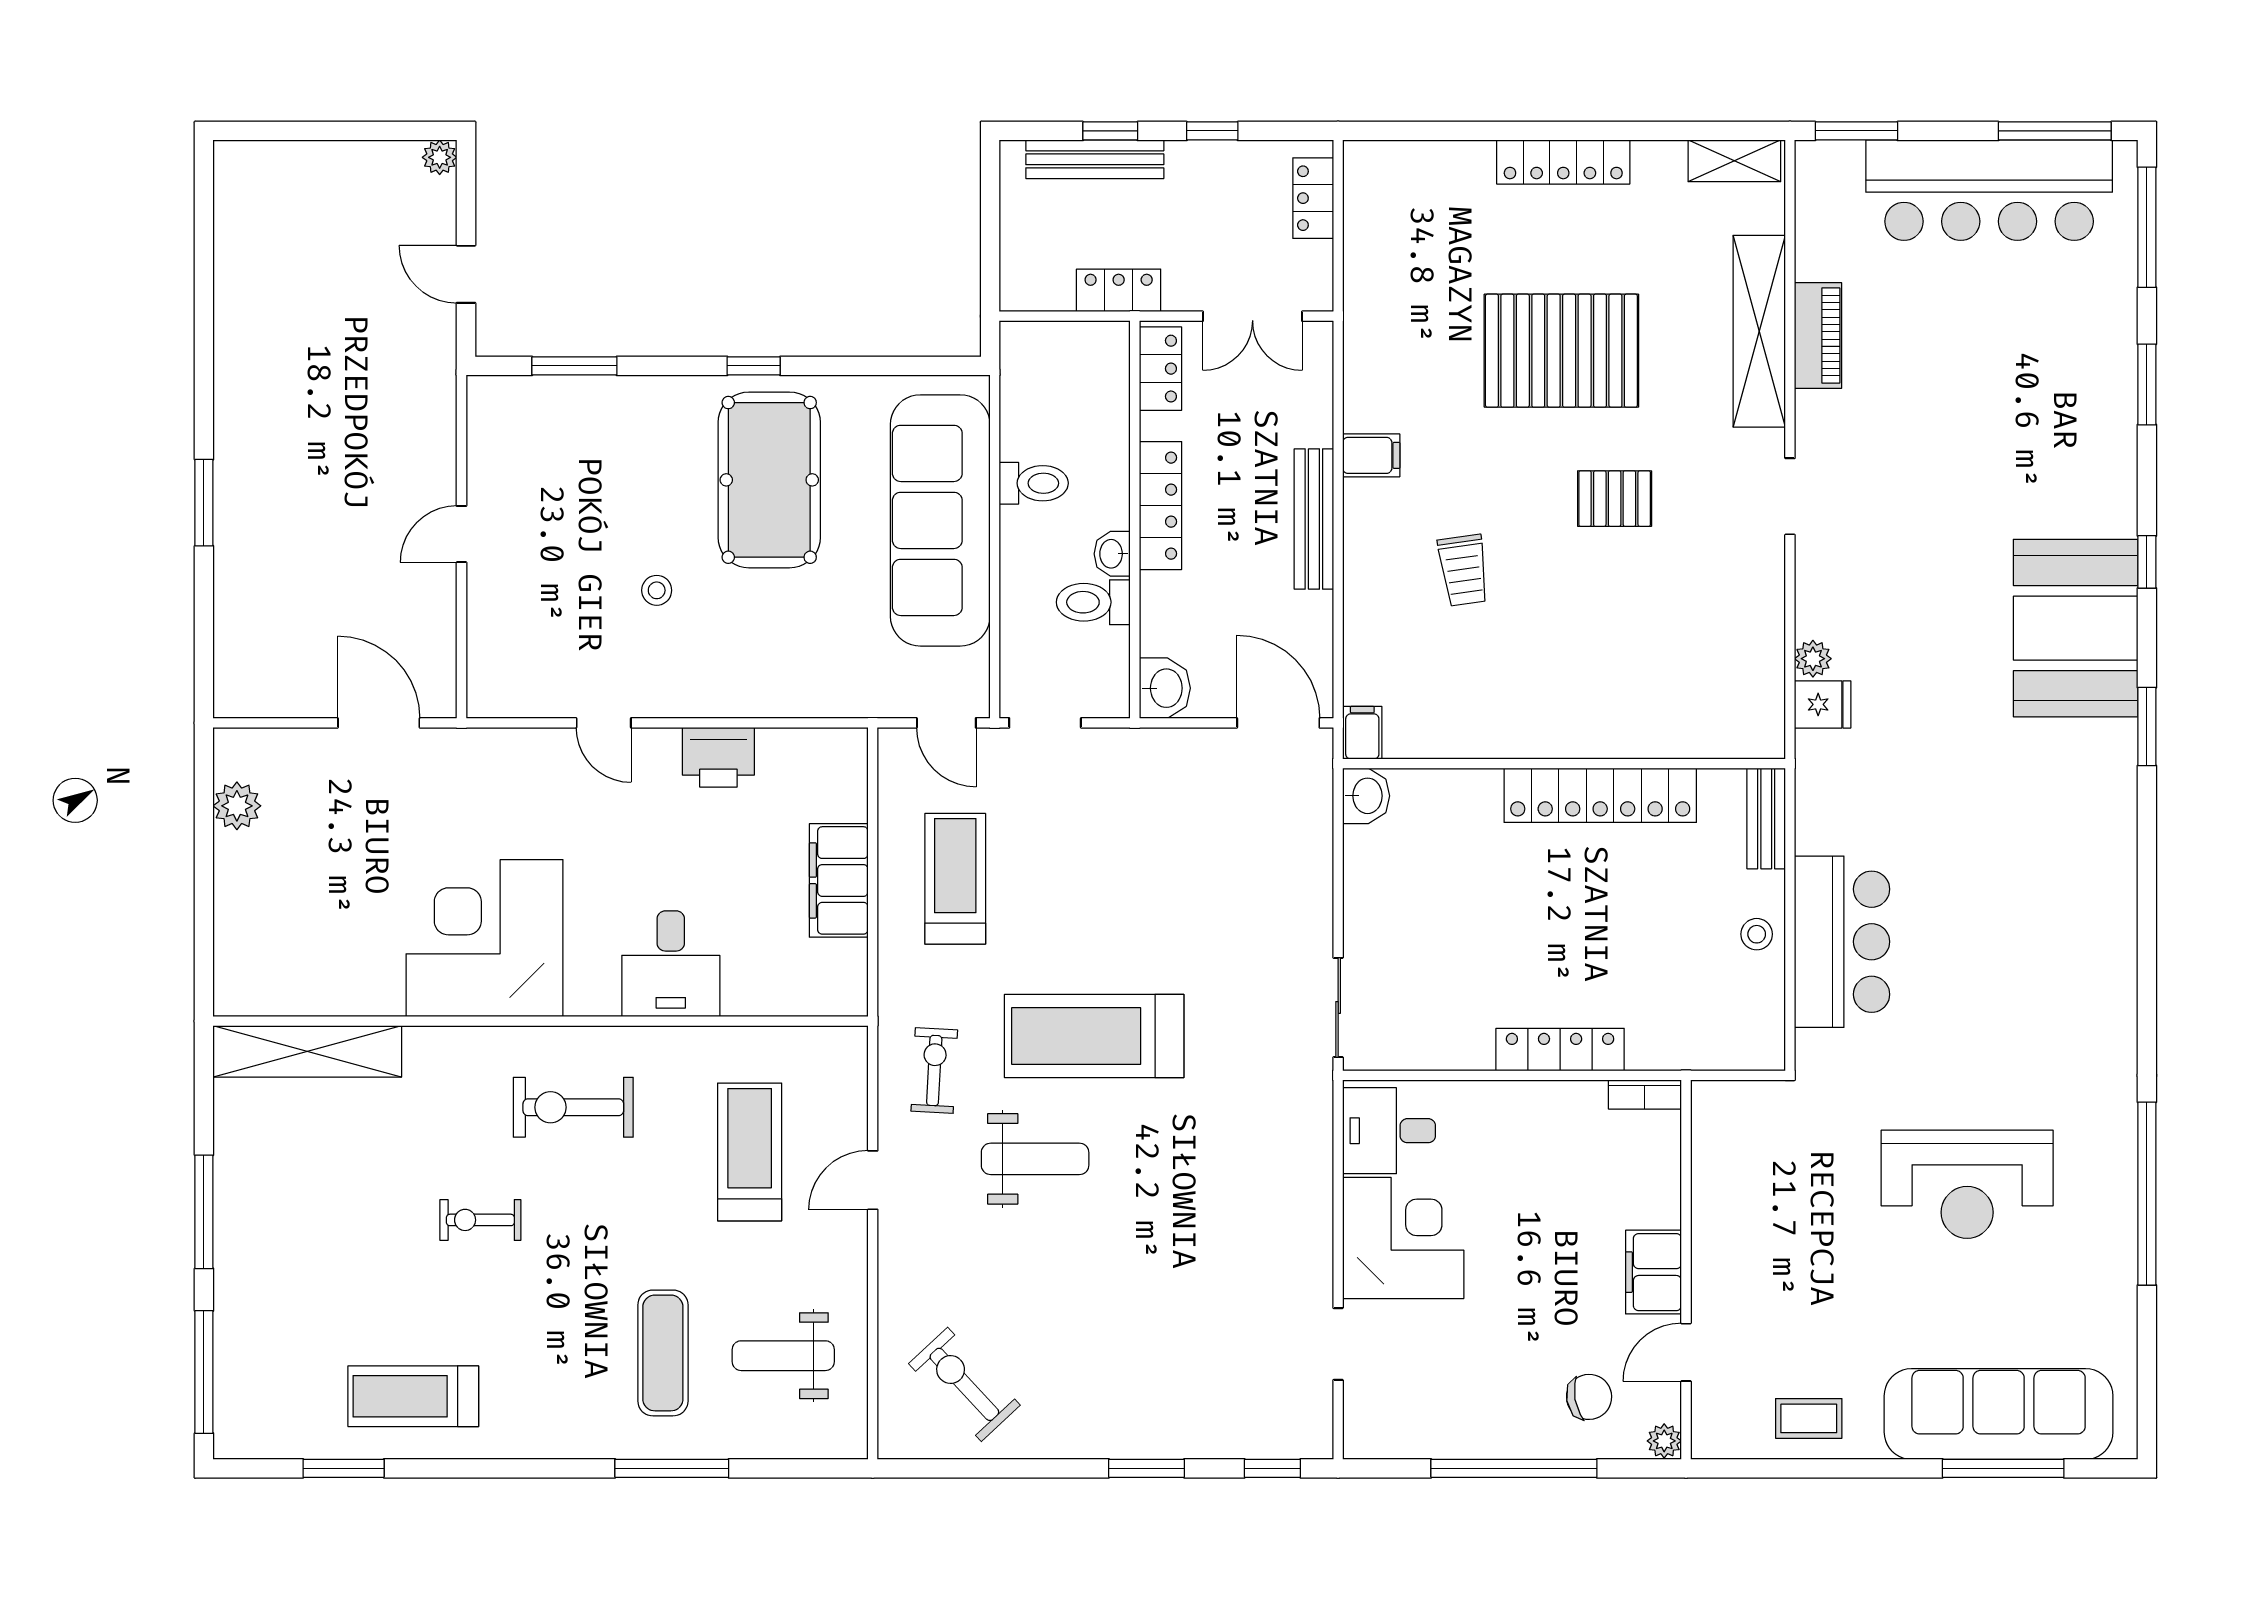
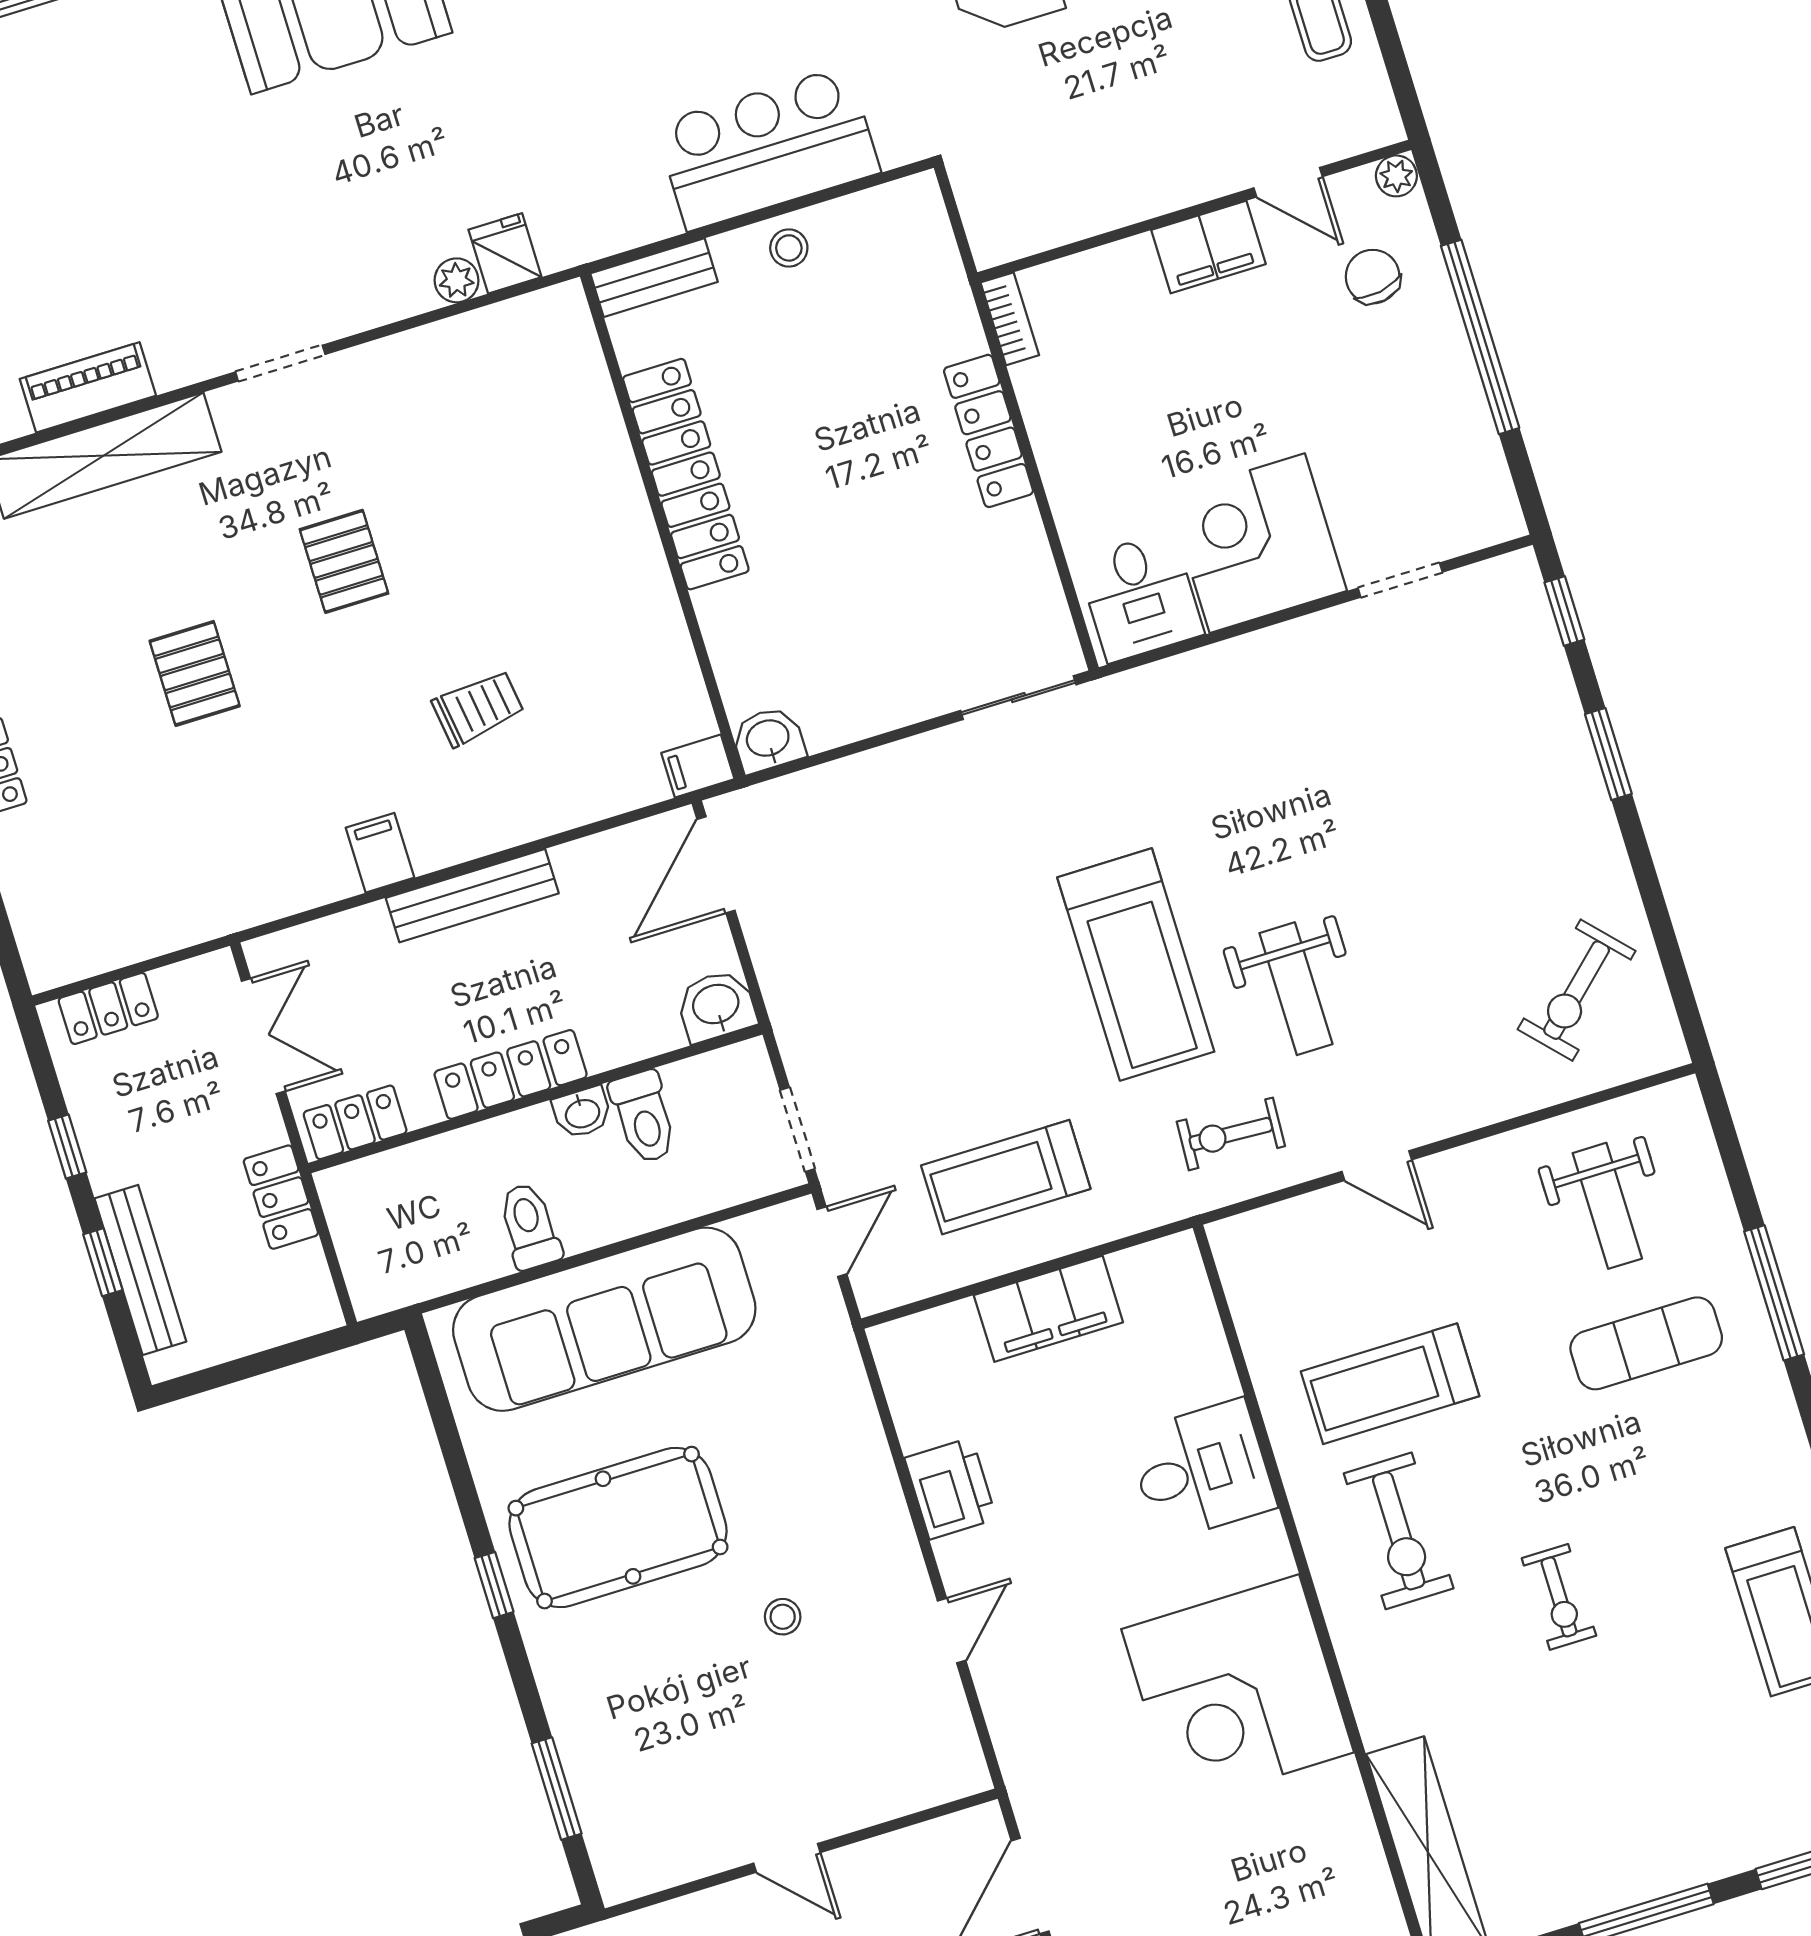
pallet: (1561, 351) -> (195, 673), width x0.49, depth x0.50
treadmill: (750, 1152) -> (1390, 1384), moved
weight bench: (1035, 1159) -> (1296, 989), turned 180

